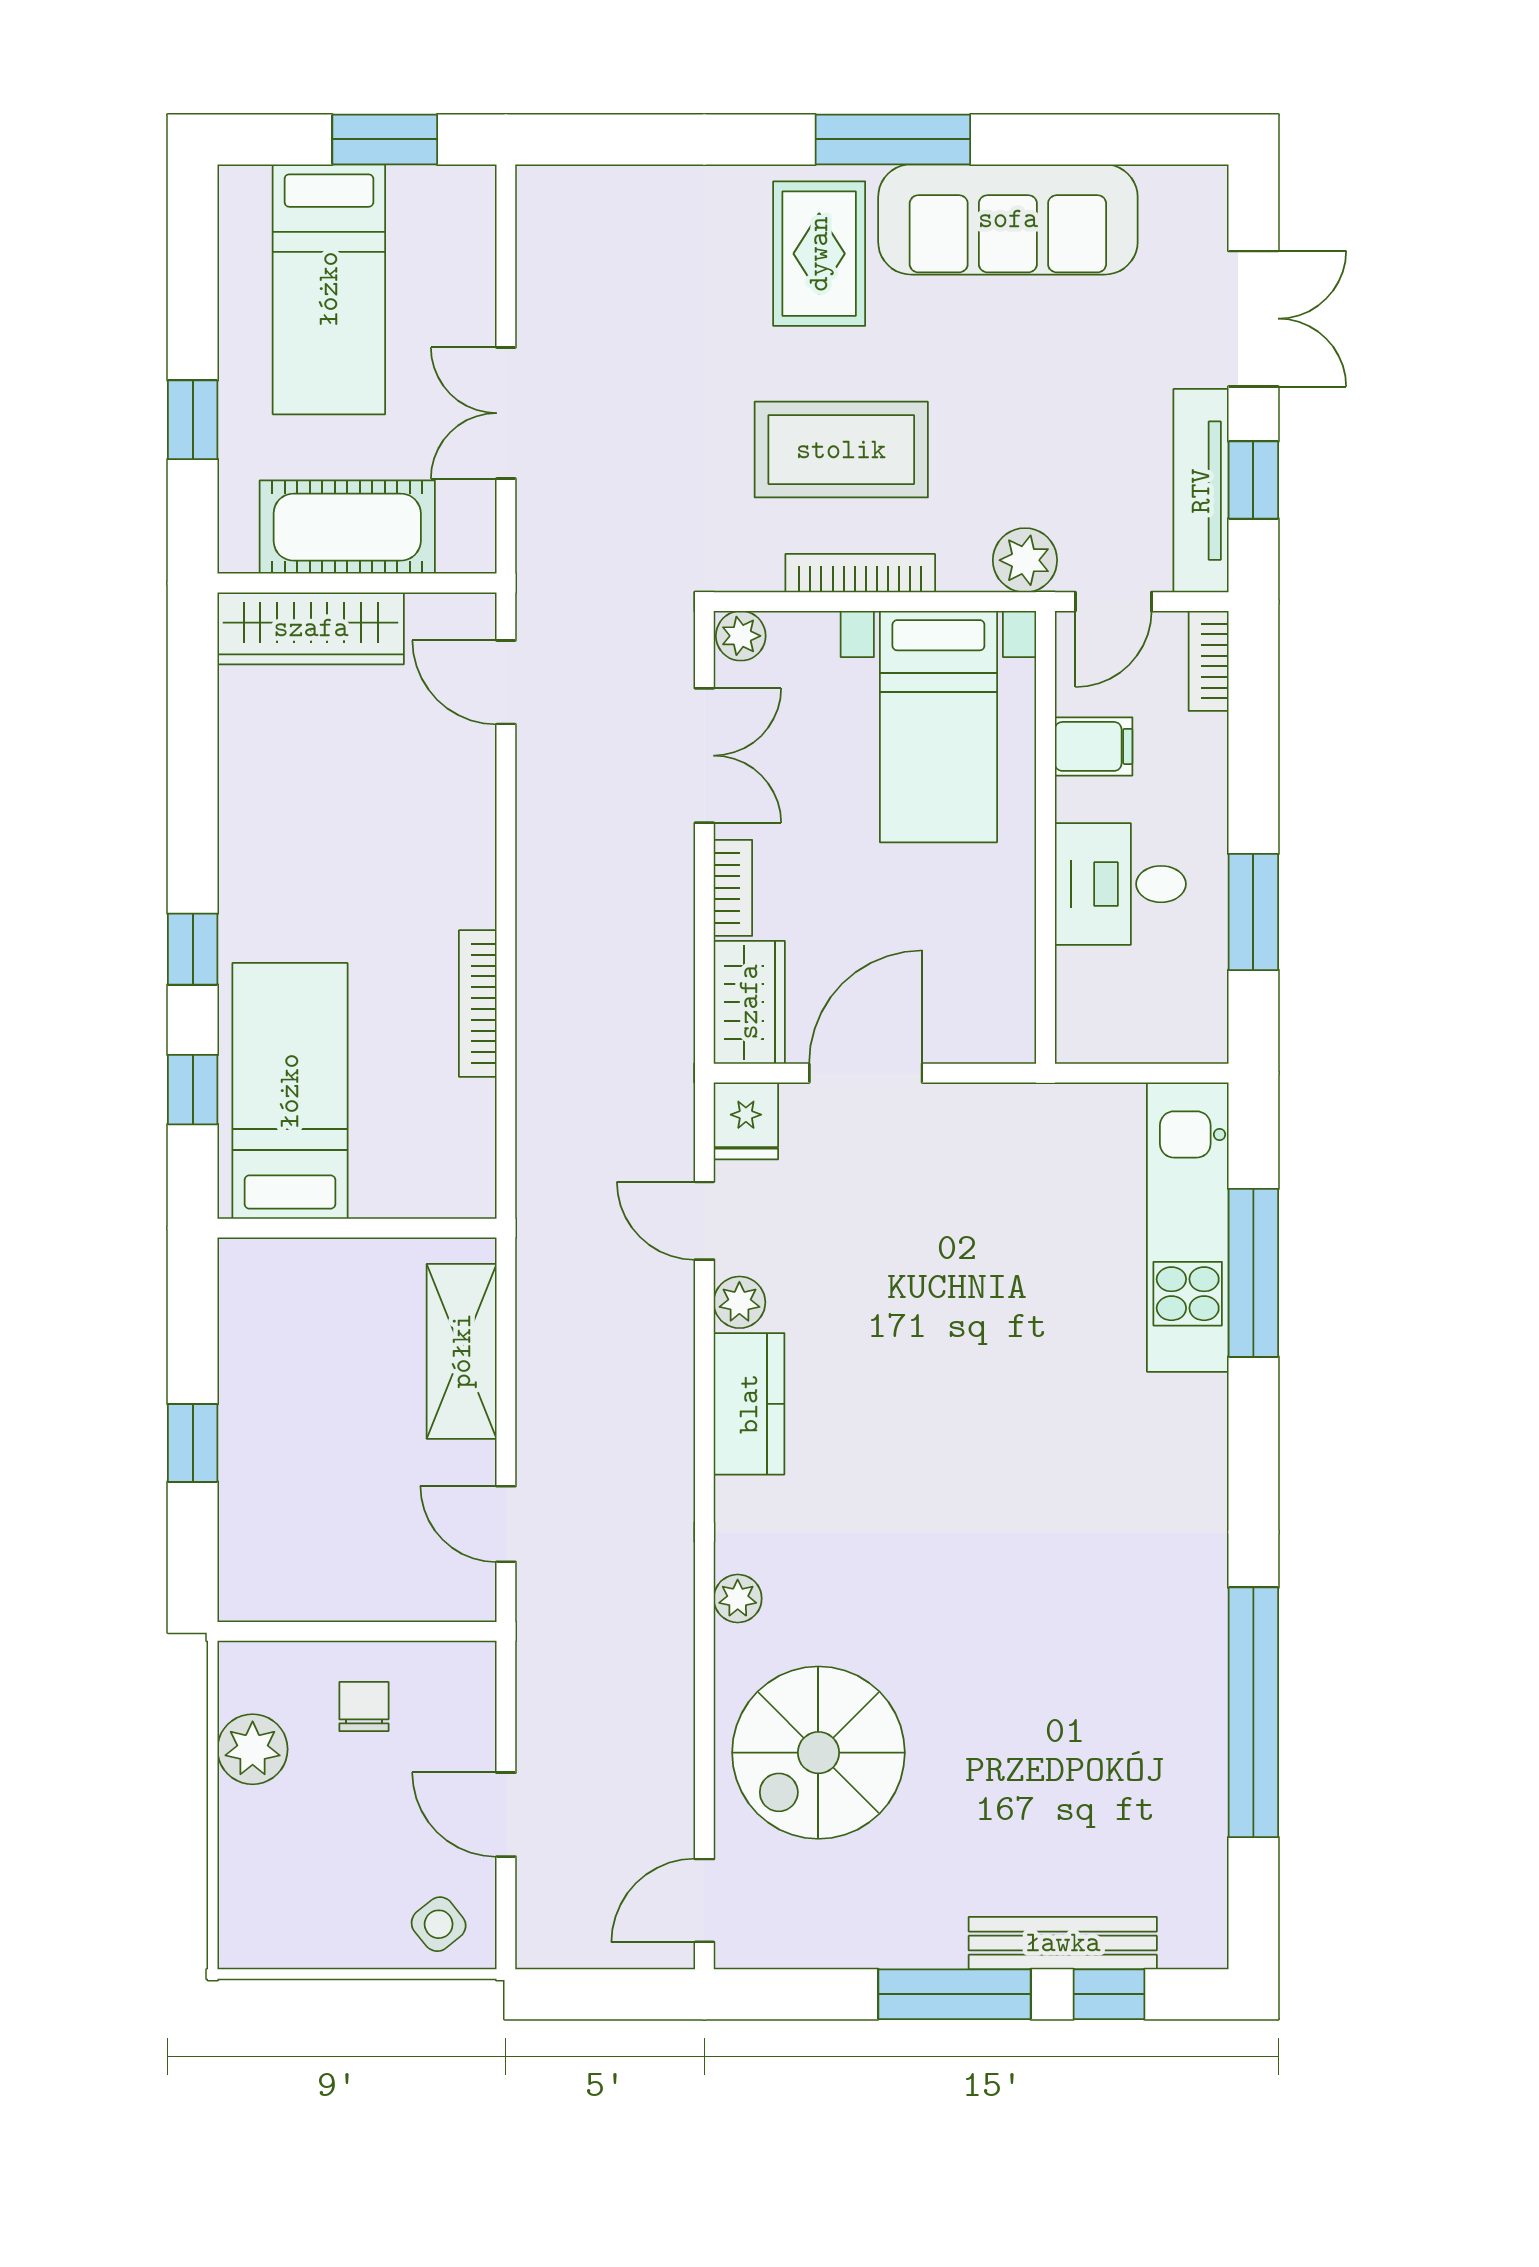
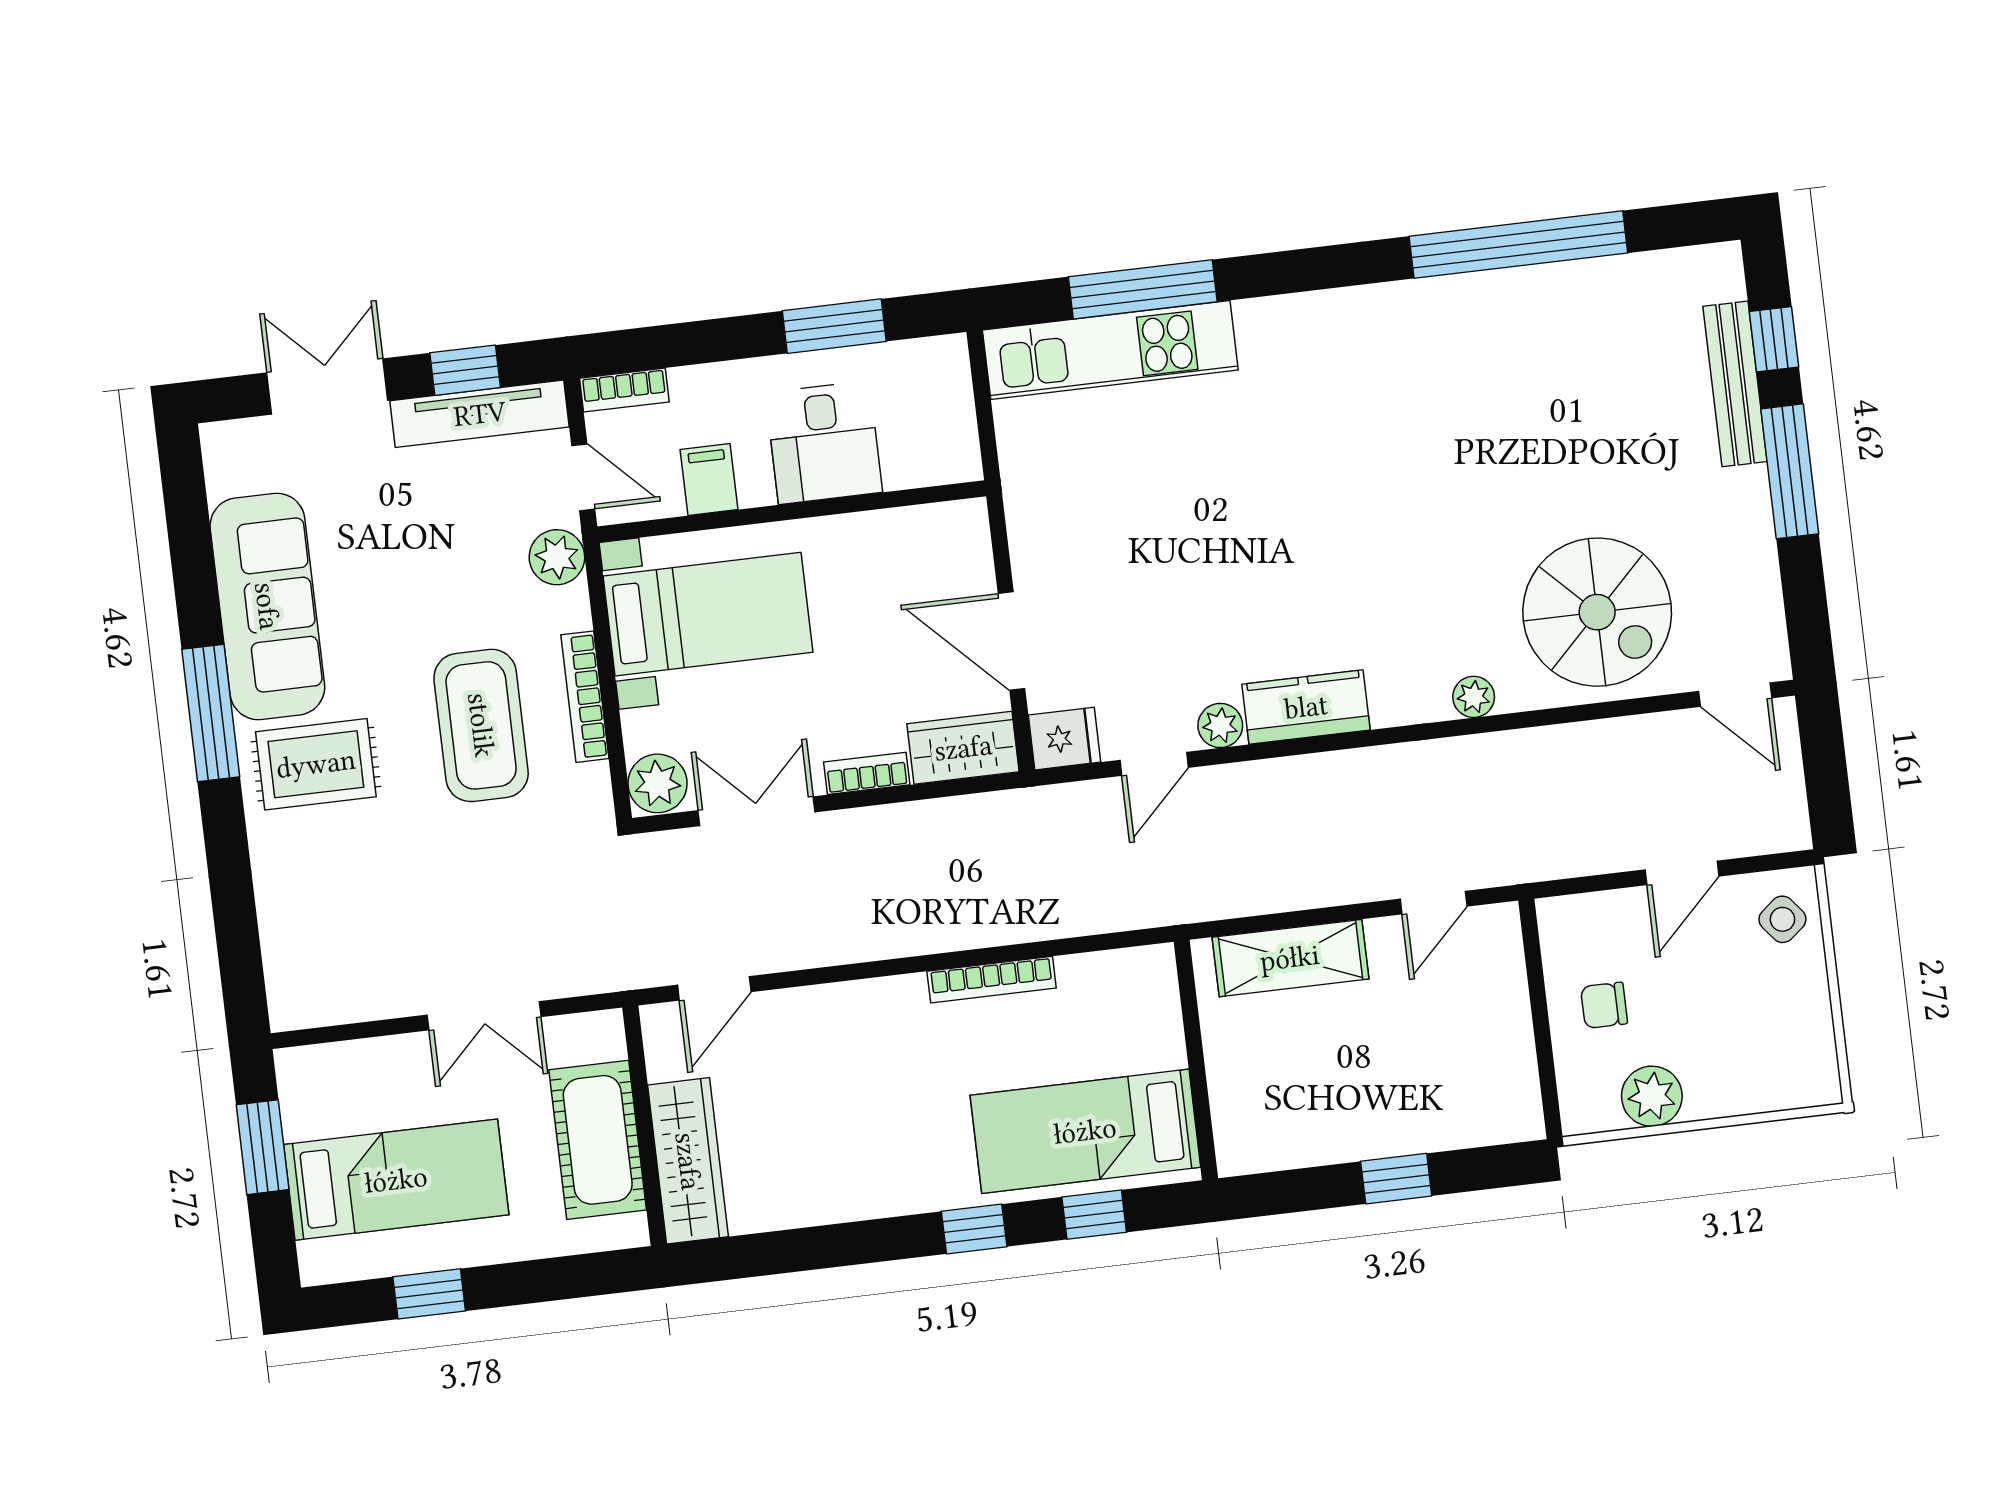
window: (193, 420) -> (429, 1294), moved
plant: (741, 636) -> (658, 783), width x1.38, depth x1.38

